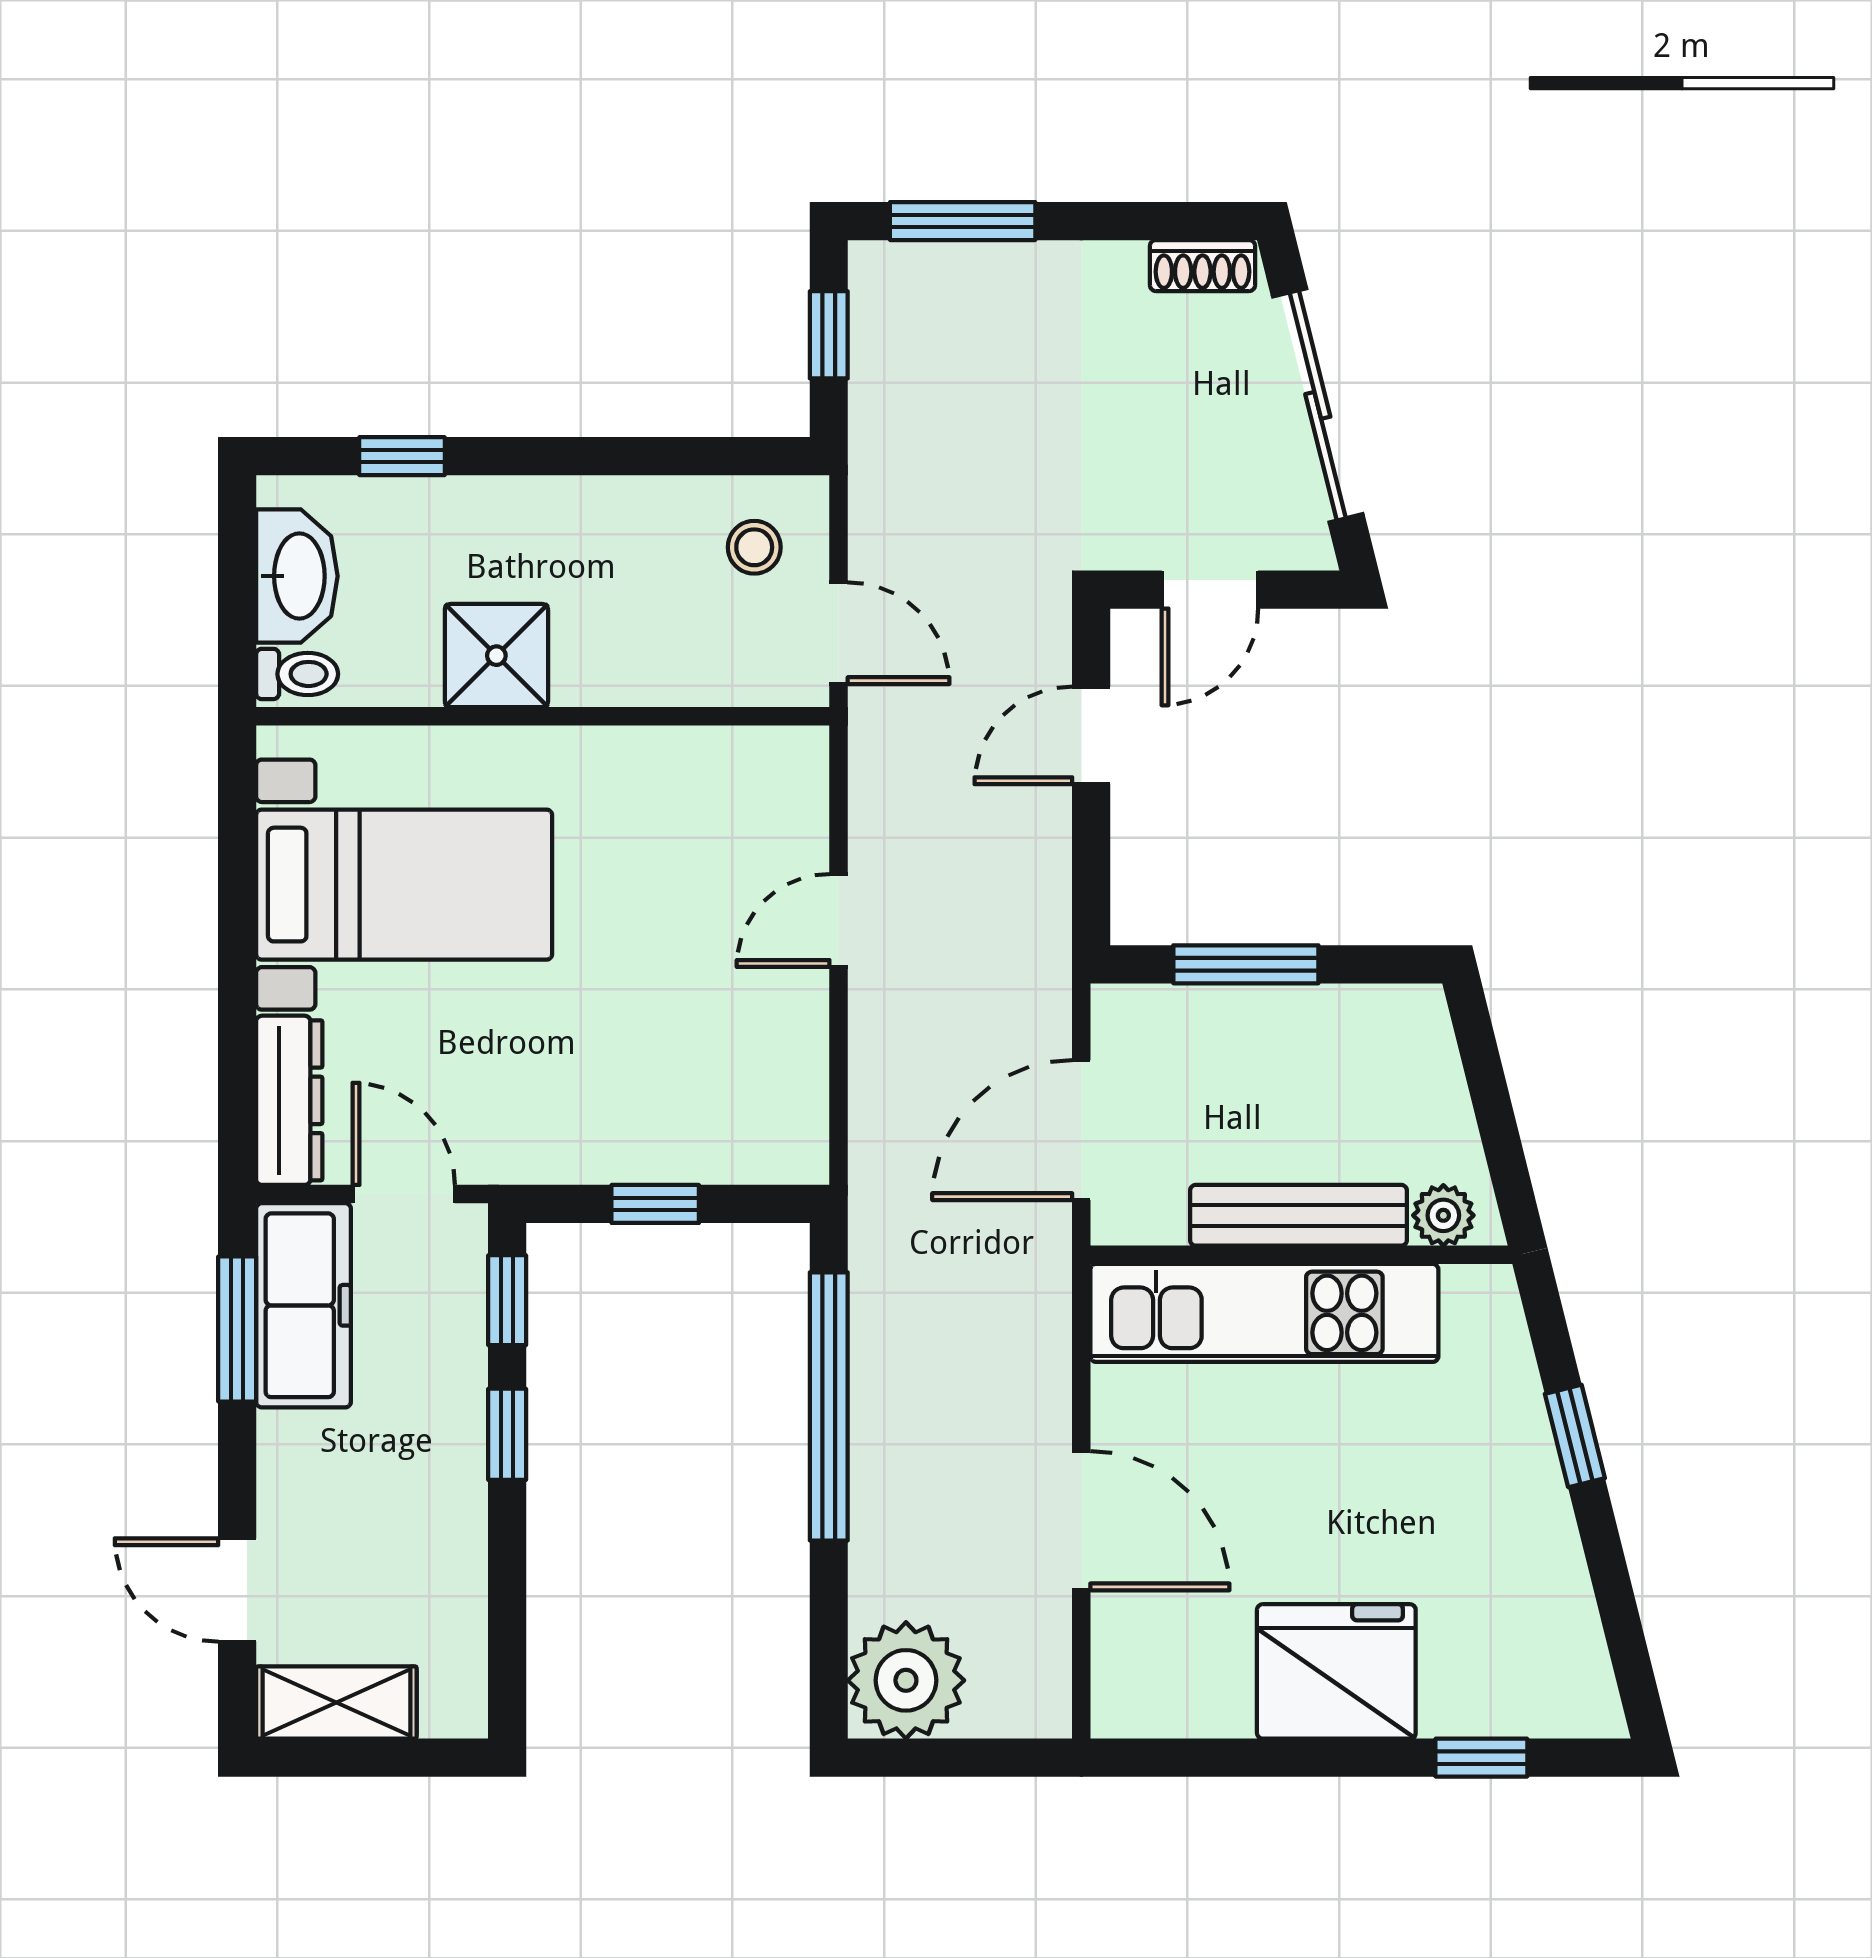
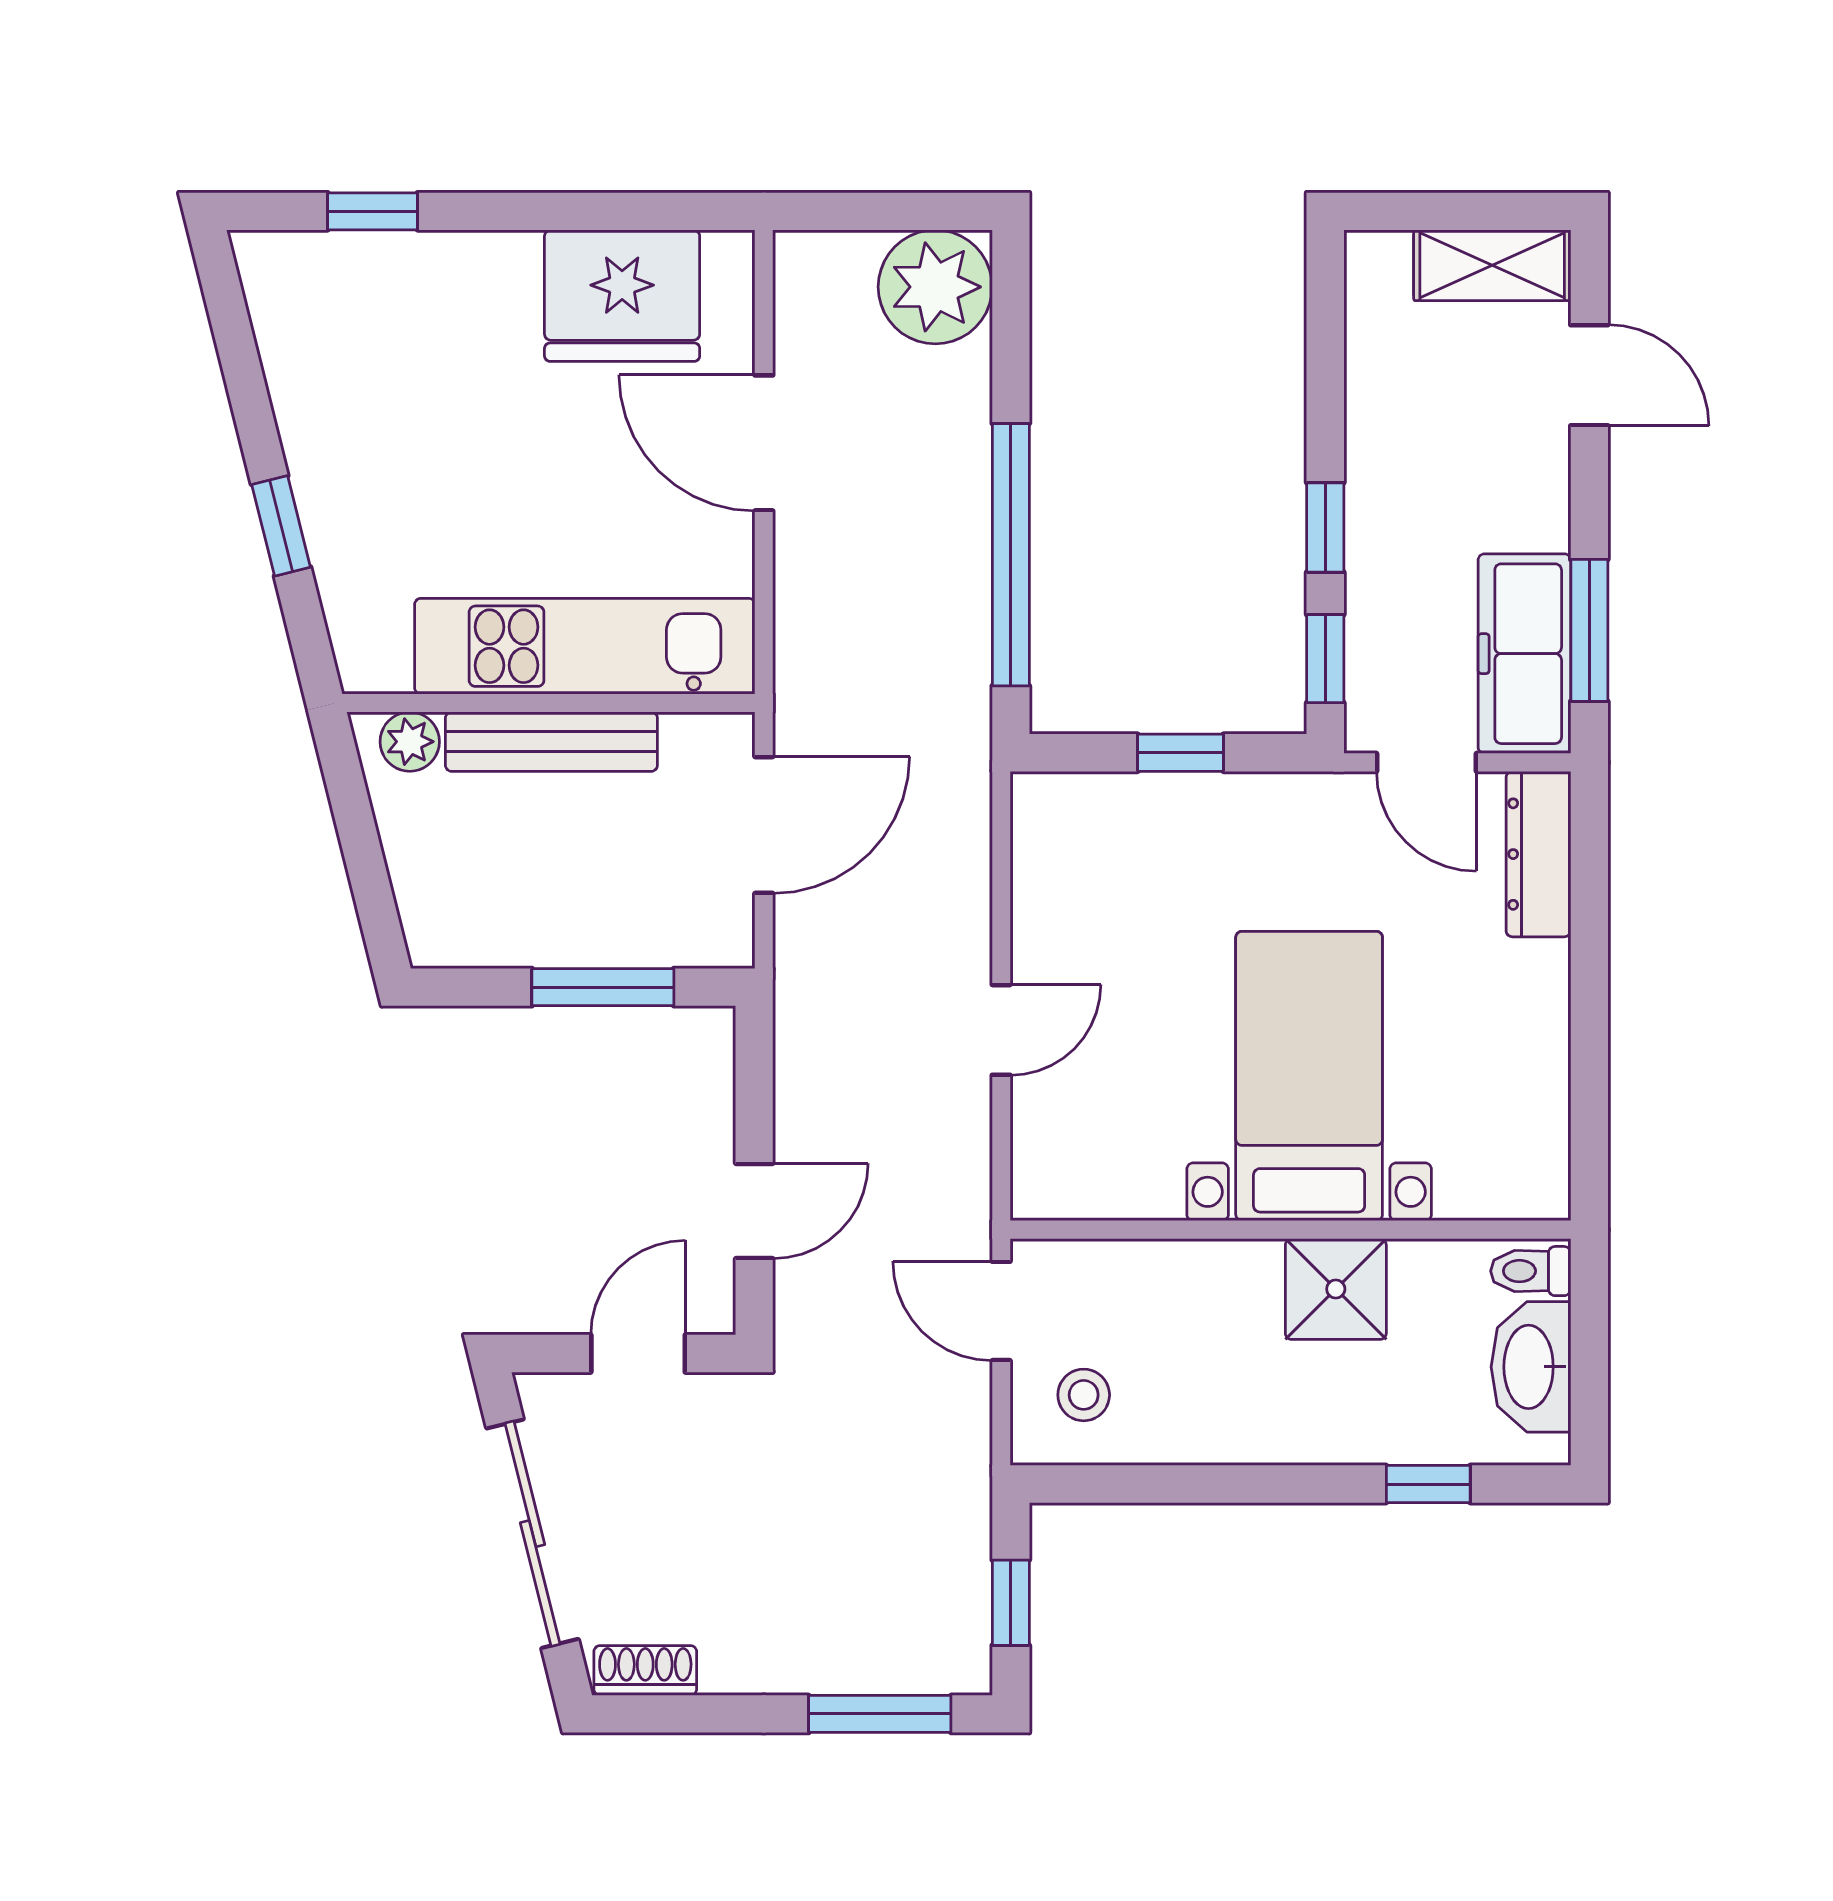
bed with nightstands: (404, 885) -> (1309, 1076), moved, turned 90
fridge: (1336, 1671) -> (622, 296), moved

